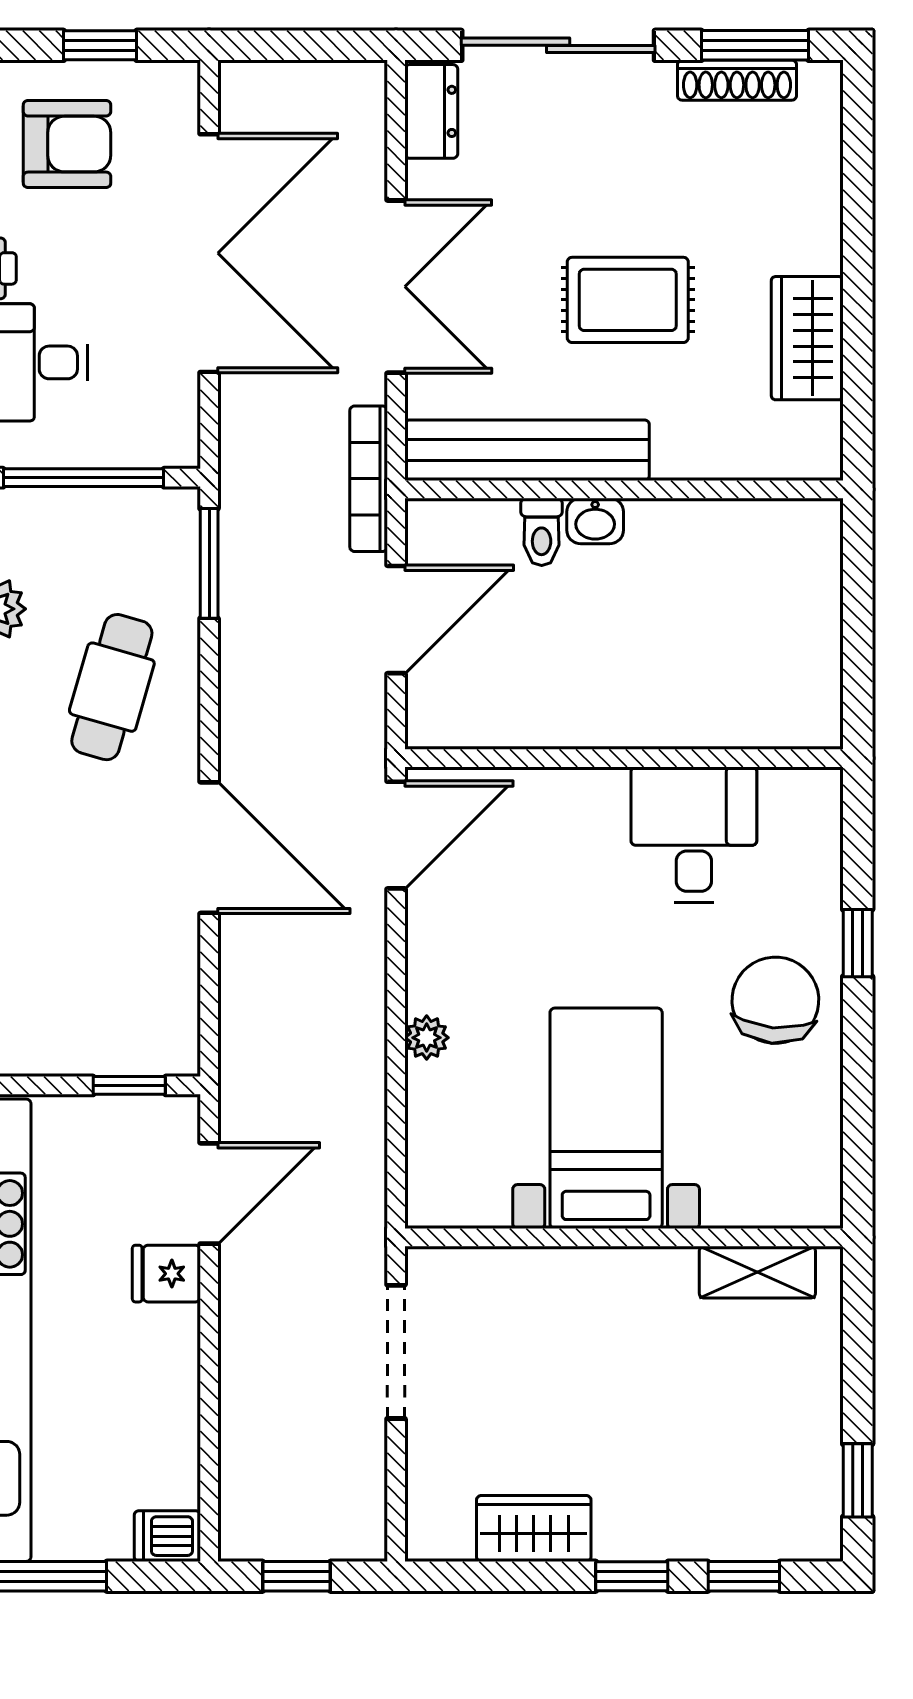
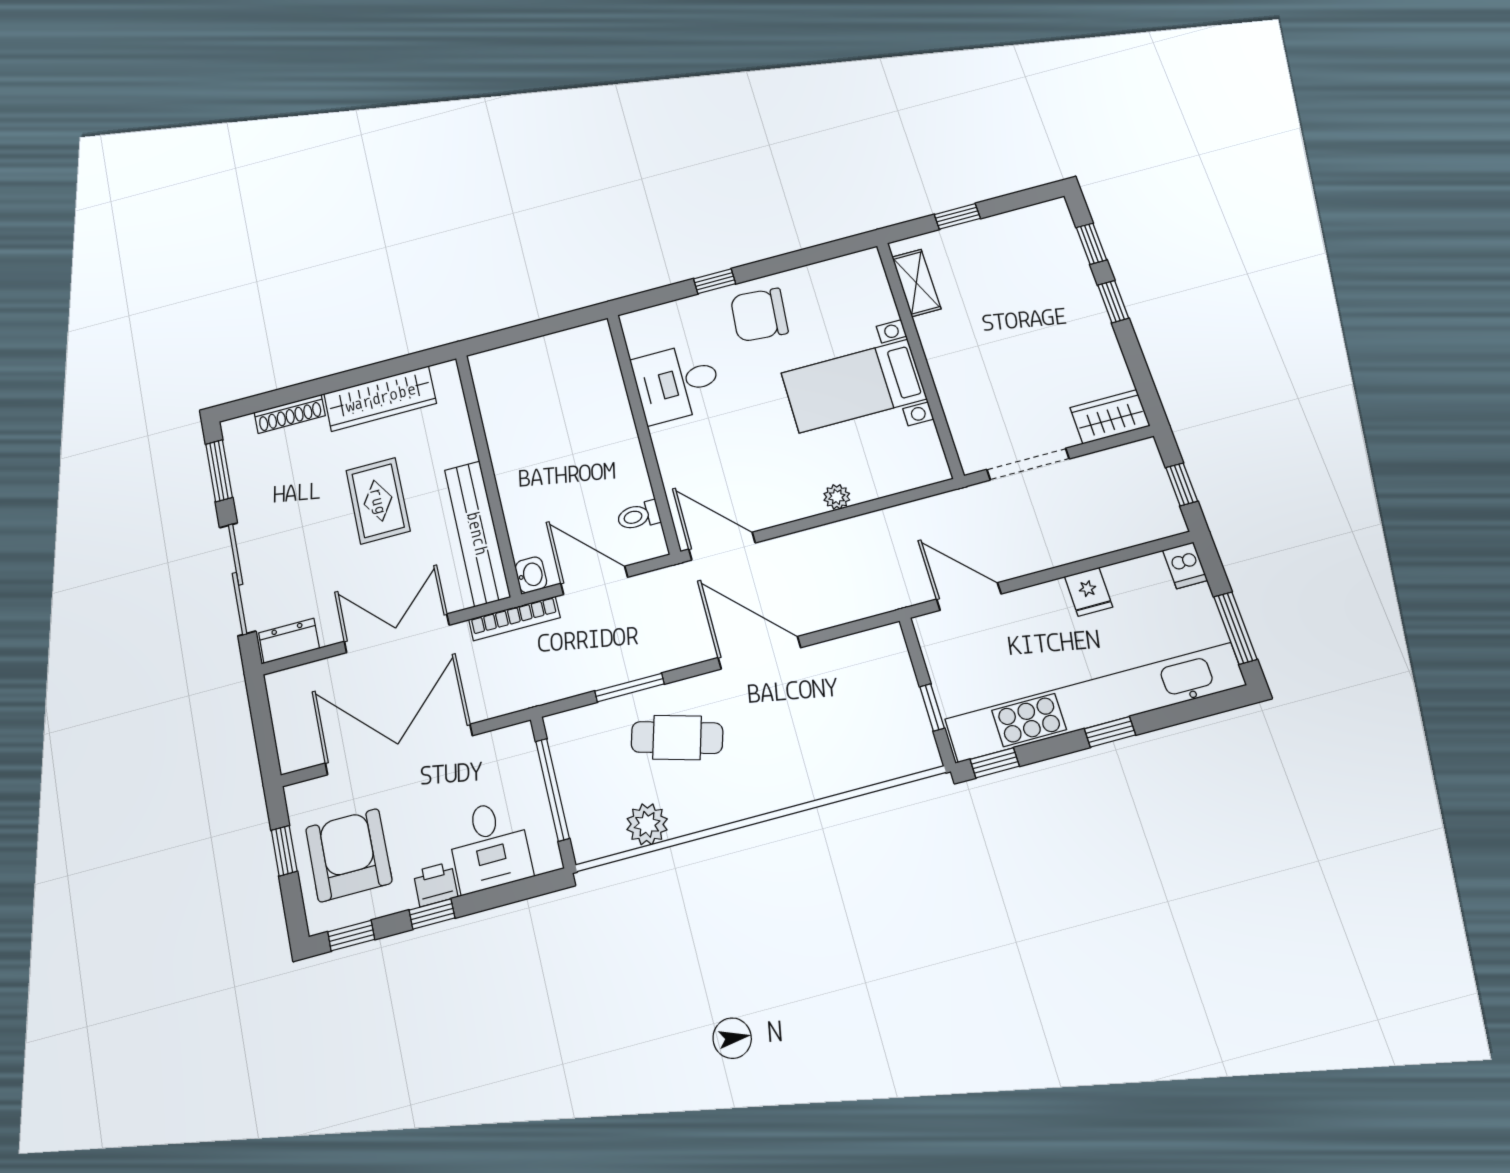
shoe rack: (737, 80) -> (290, 414), moved, turned 90
armchair: (67, 144) -> (349, 855), width x1.36, depth x1.36
wardrobe: (807, 338) -> (380, 398), width x1.50
washbasin: (595, 521) -> (531, 575), moved
toilet: (542, 532) -> (639, 516), moved, turned 180
window: (209, 563) -> (630, 688), moved
door: (209, 848) -> (759, 653), hinge flipped
window: (129, 1085) -> (932, 707), moved
fridge: (166, 1274) -> (1089, 592), moved
window: (858, 1480) -> (957, 216), moved
wardrobe: (534, 1529) -> (1110, 417), moved, turned 90

